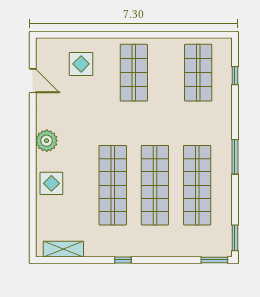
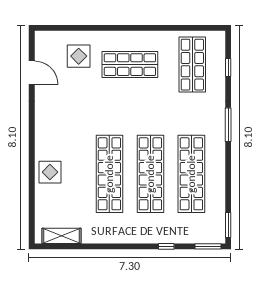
shop shelf: (134, 73) -> (130, 65), turned 90
plant: (47, 141) -> (45, 131), removed
window: (235, 157) -> (228, 125), moved
window: (123, 260) -> (166, 246), moved

